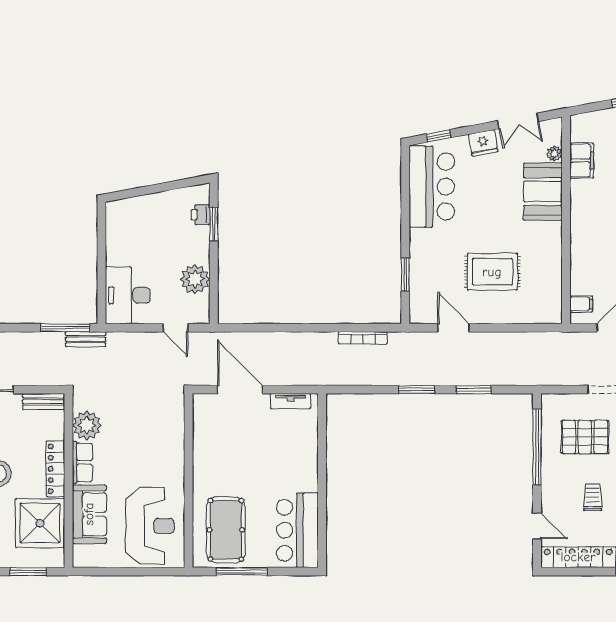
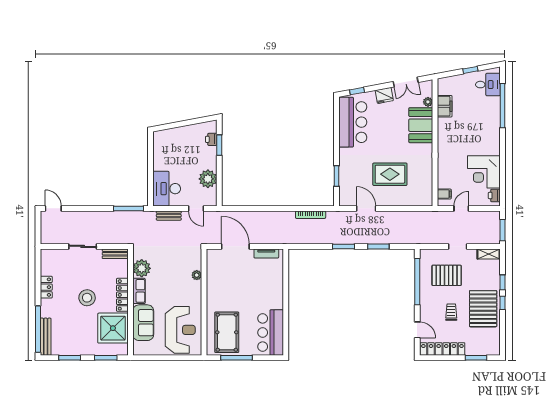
bench: (86, 339) -> (169, 216), moved
plant: (177, 436) -> (197, 275), added

